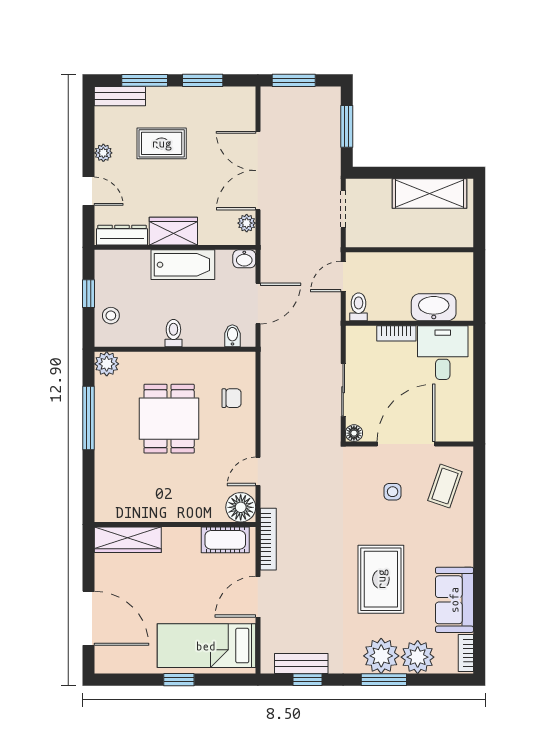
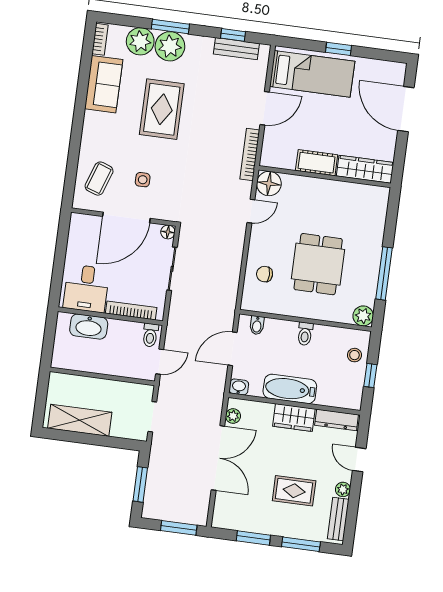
bench: (120, 96) -> (338, 519), moved, turned 90
bookcase: (396, 333) -> (131, 310), width x1.56
cot: (225, 540) -> (317, 163), moved

